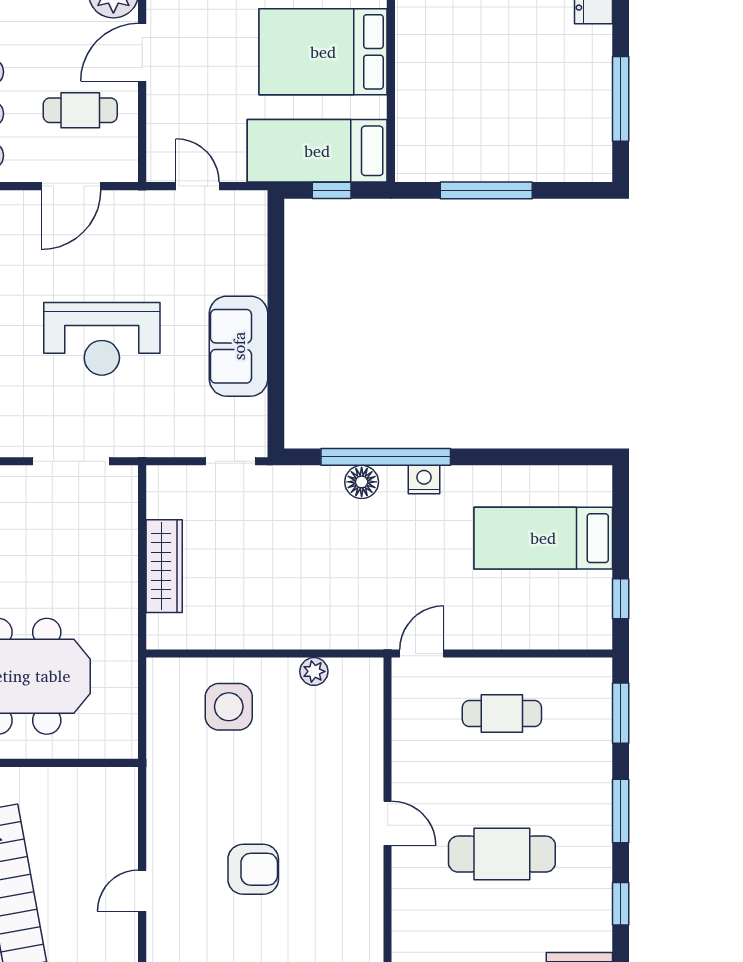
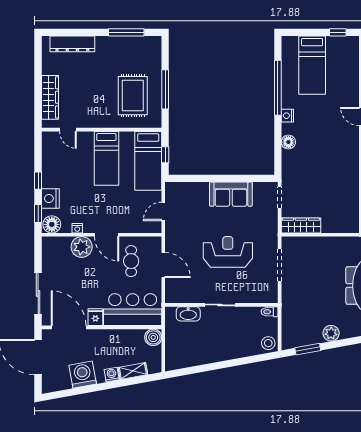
bed: (323, 52) -> (106, 158), width x0.67
rug: (471, 114) -> (133, 96), added
reception desk: (102, 339) -> (228, 252), turned -90
window: (386, 457) -> (278, 88), moved
wardrobe: (164, 566) -> (301, 226), moved

